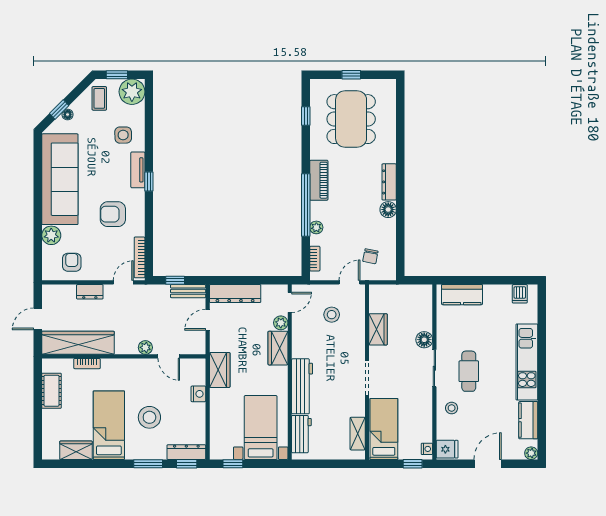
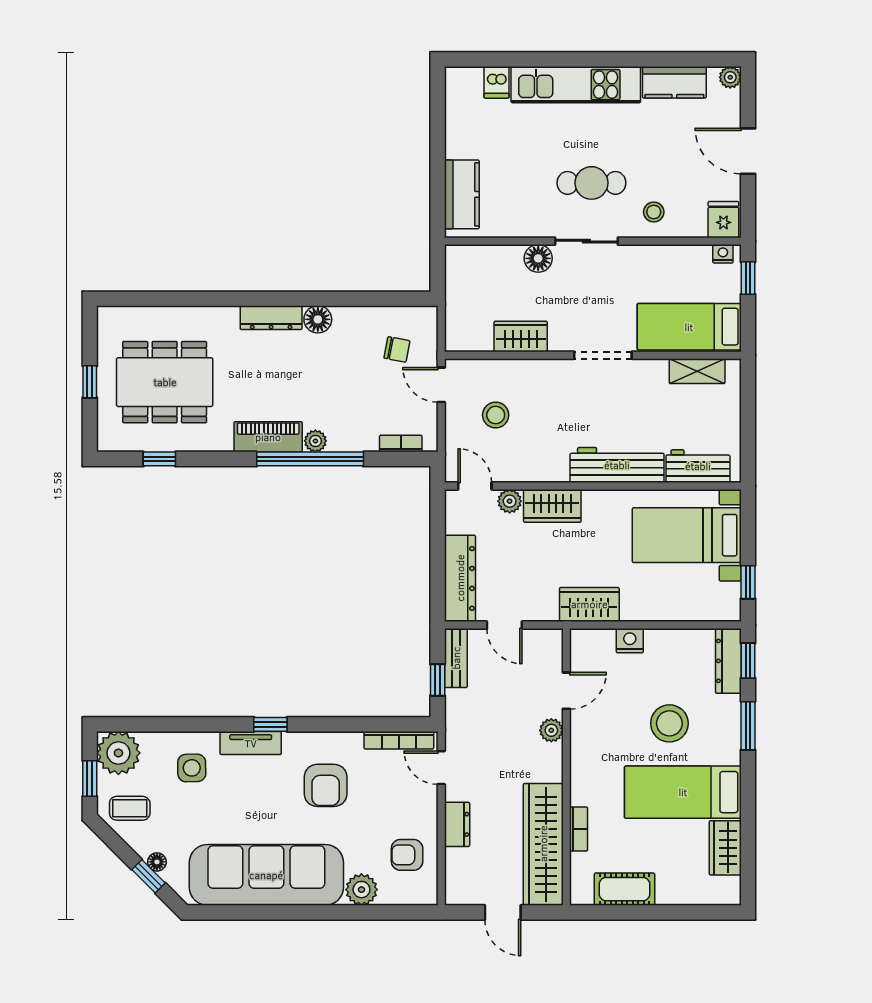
plant: (316, 227) -> (315, 441), moved
dishwasher: (520, 294) -> (497, 82), moved, turned 90

